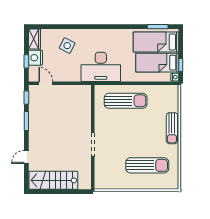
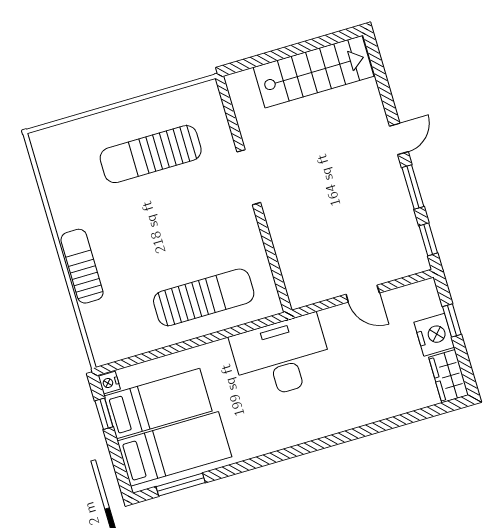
side table: (67, 46) -> (371, 383), removed
door: (46, 83) -> (363, 294), moved
sun lounger: (126, 101) -> (204, 297), turned 180
door: (26, 157) -> (399, 139), moved
sun lounger: (147, 165) -> (151, 154), moved

